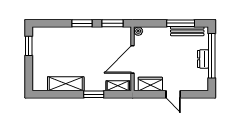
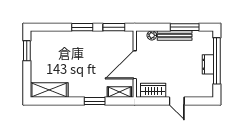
plant: (138, 31) -> (152, 35), moved
bench: (187, 31) -> (175, 35), moved
shelving: (66, 84) -> (49, 90), moved

